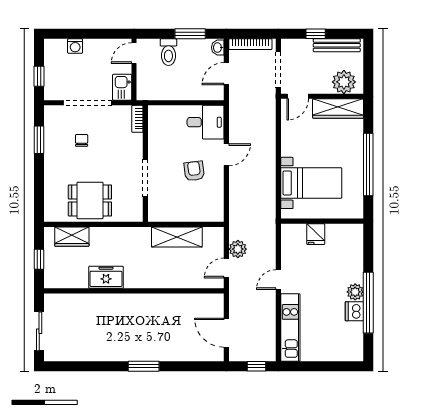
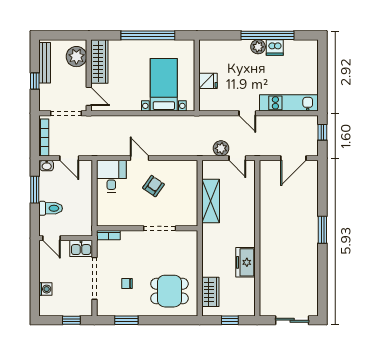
armchair: (194, 171) -> (153, 186), turned 132
dining table: (90, 200) -> (169, 291), moved, turned 90

